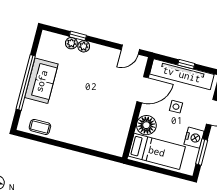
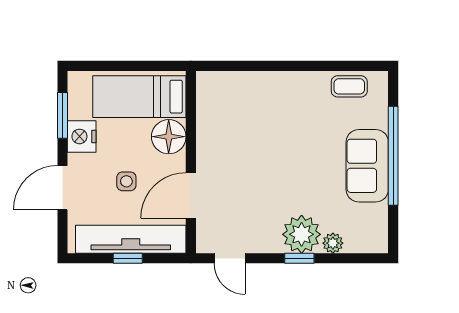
window: (78, 36) -> (299, 258), moved
plant: (84, 46) -> (302, 234), width x1.87, depth x1.87
door: (130, 50) -> (230, 258), swing flipped

